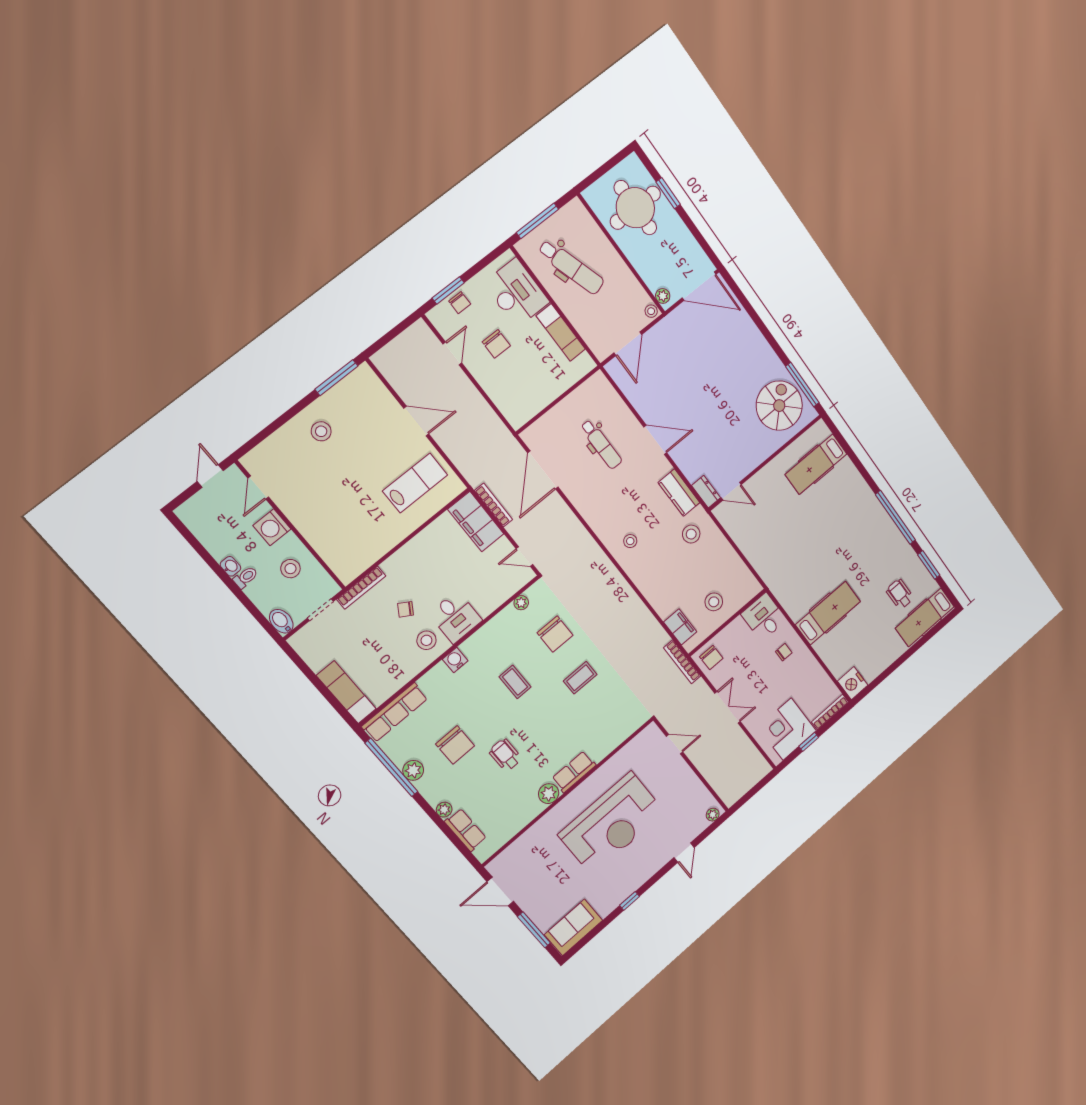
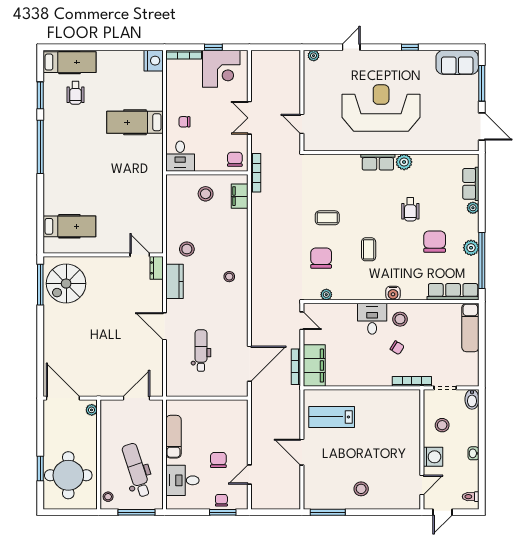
desk: (516, 293) -> (182, 480), width x0.73
stool: (651, 311) -> (108, 497), moved
toilet: (245, 577) -> (471, 497), moved

